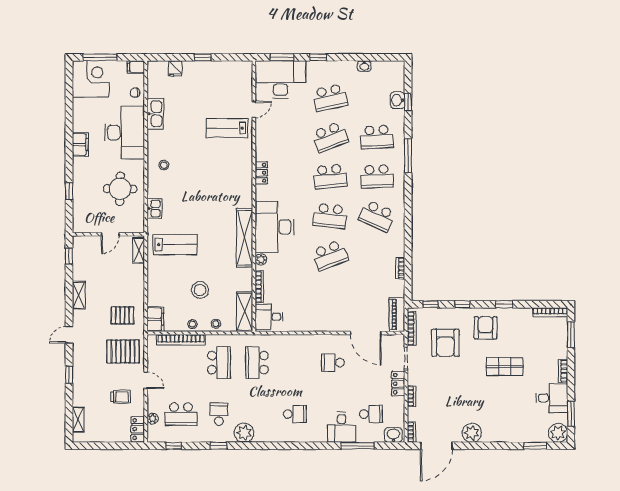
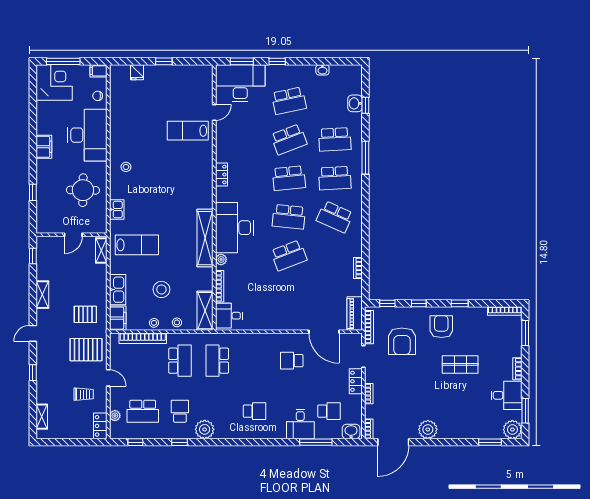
kitchen sink: (155, 114) -> (118, 290), moved

